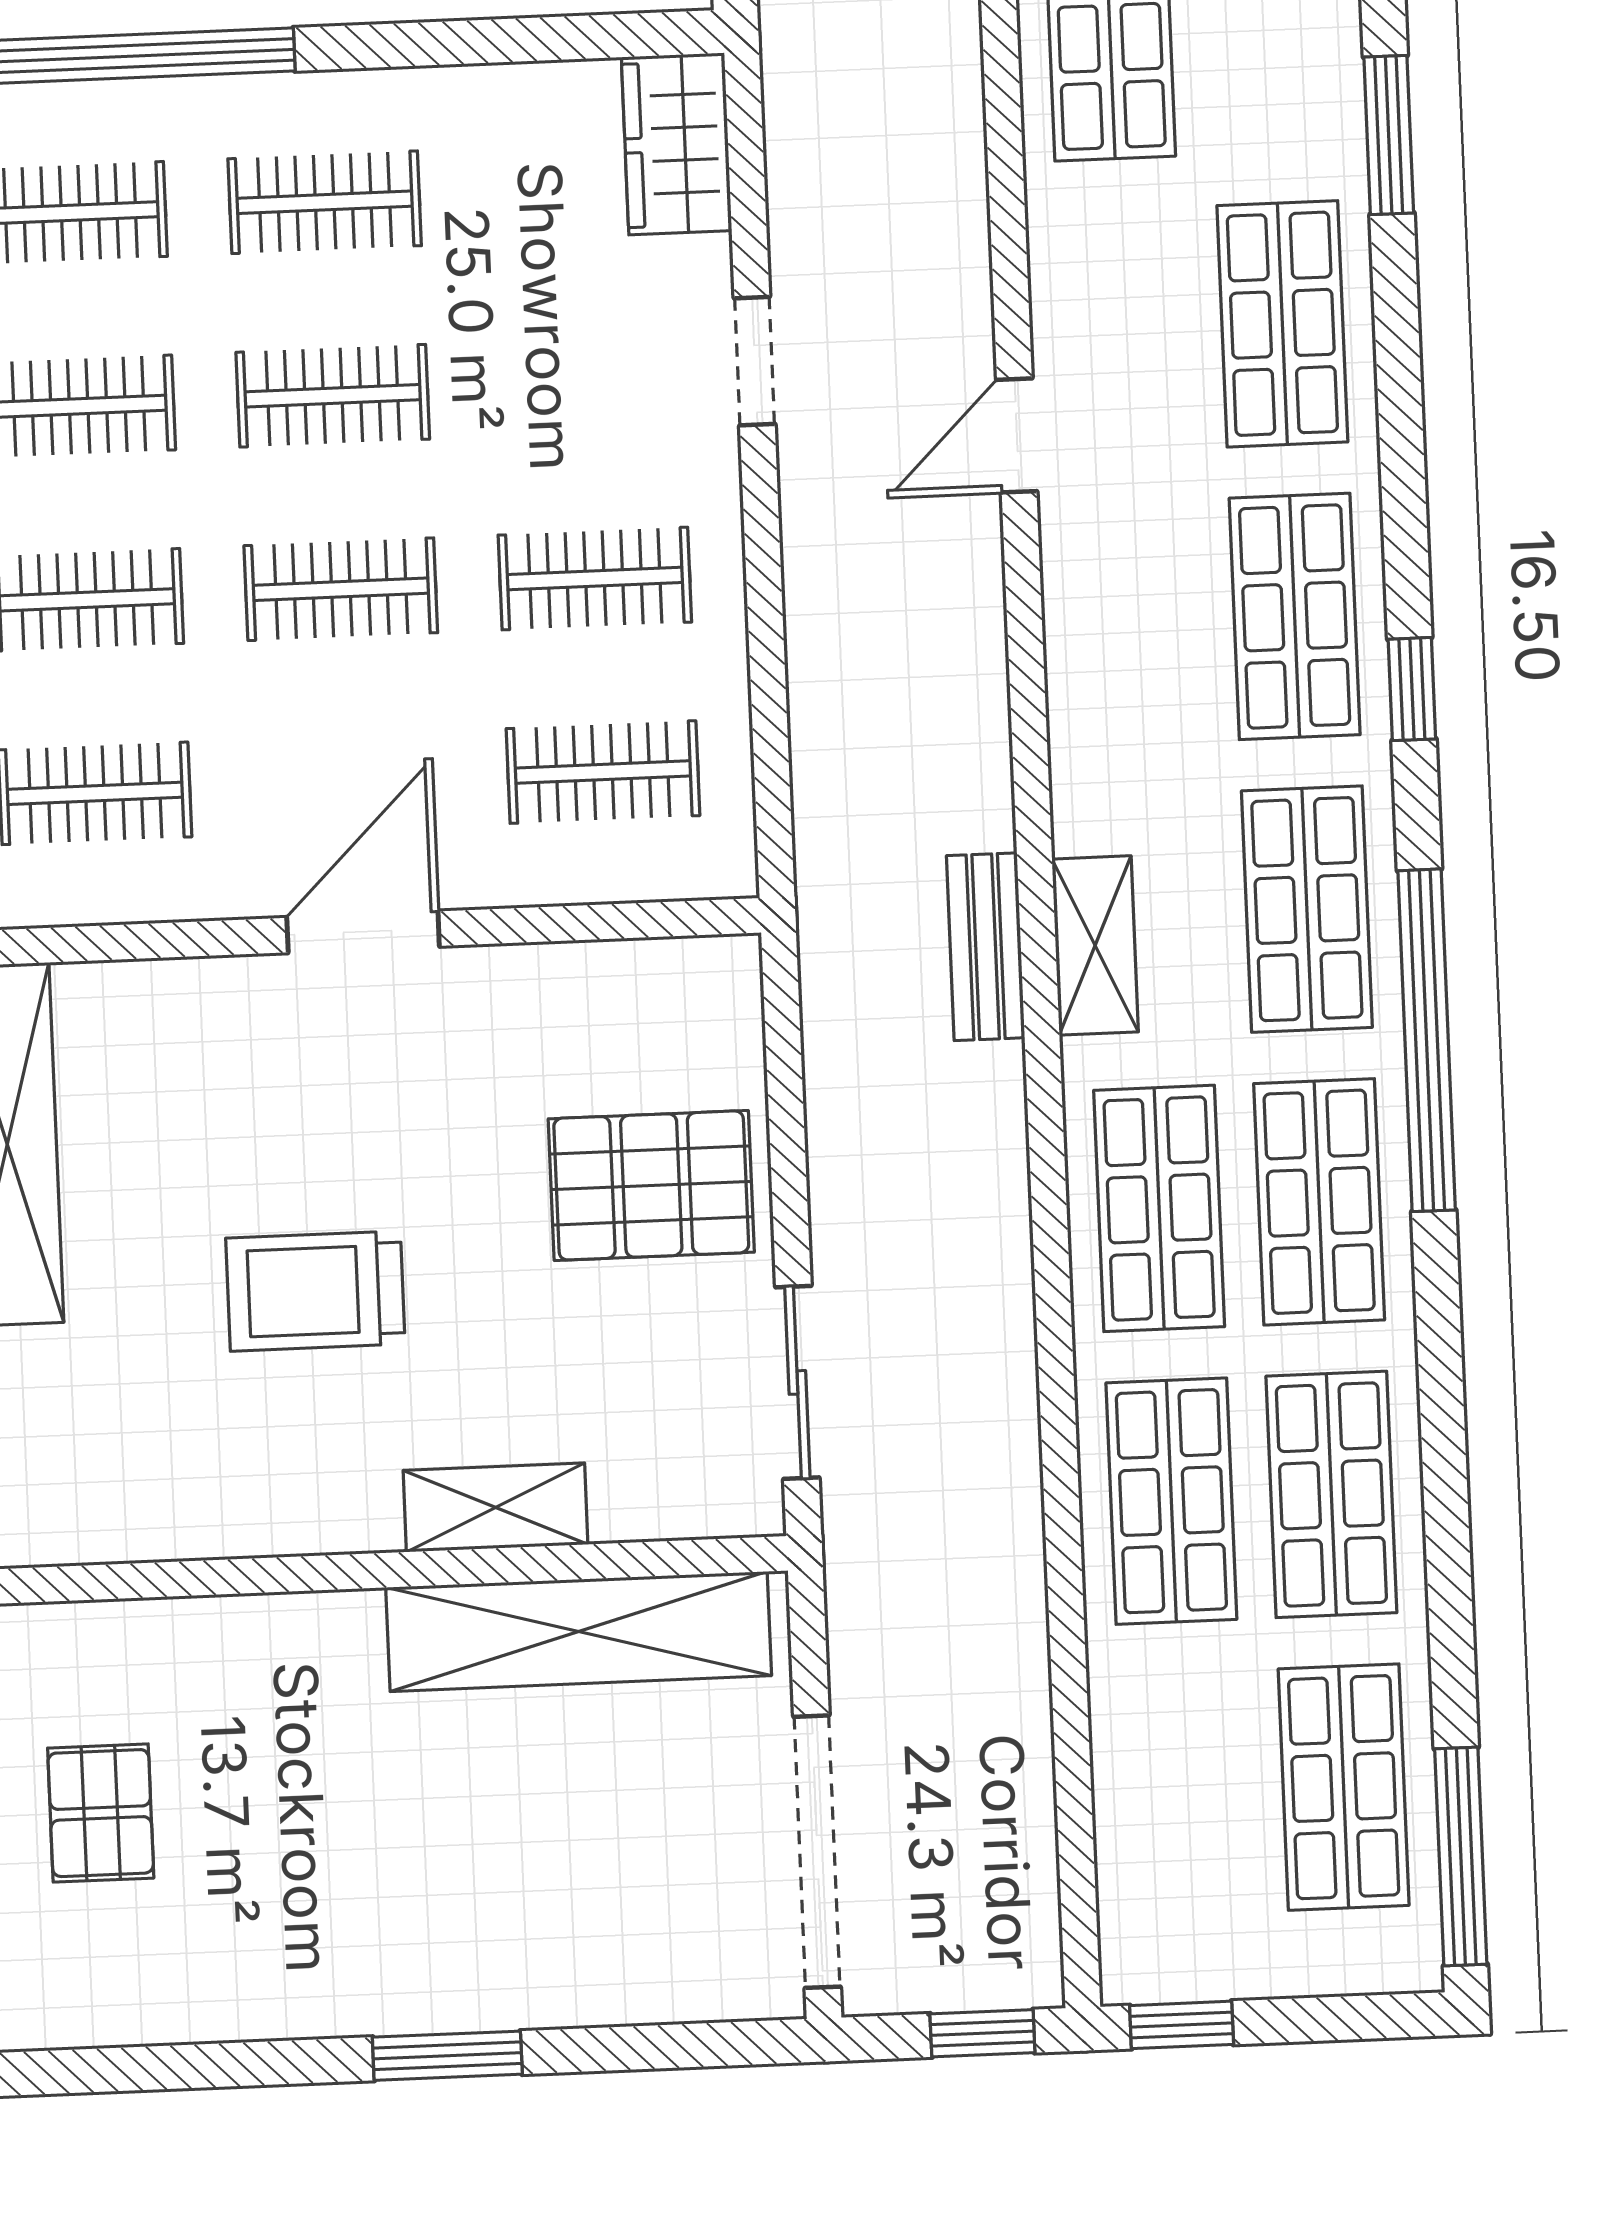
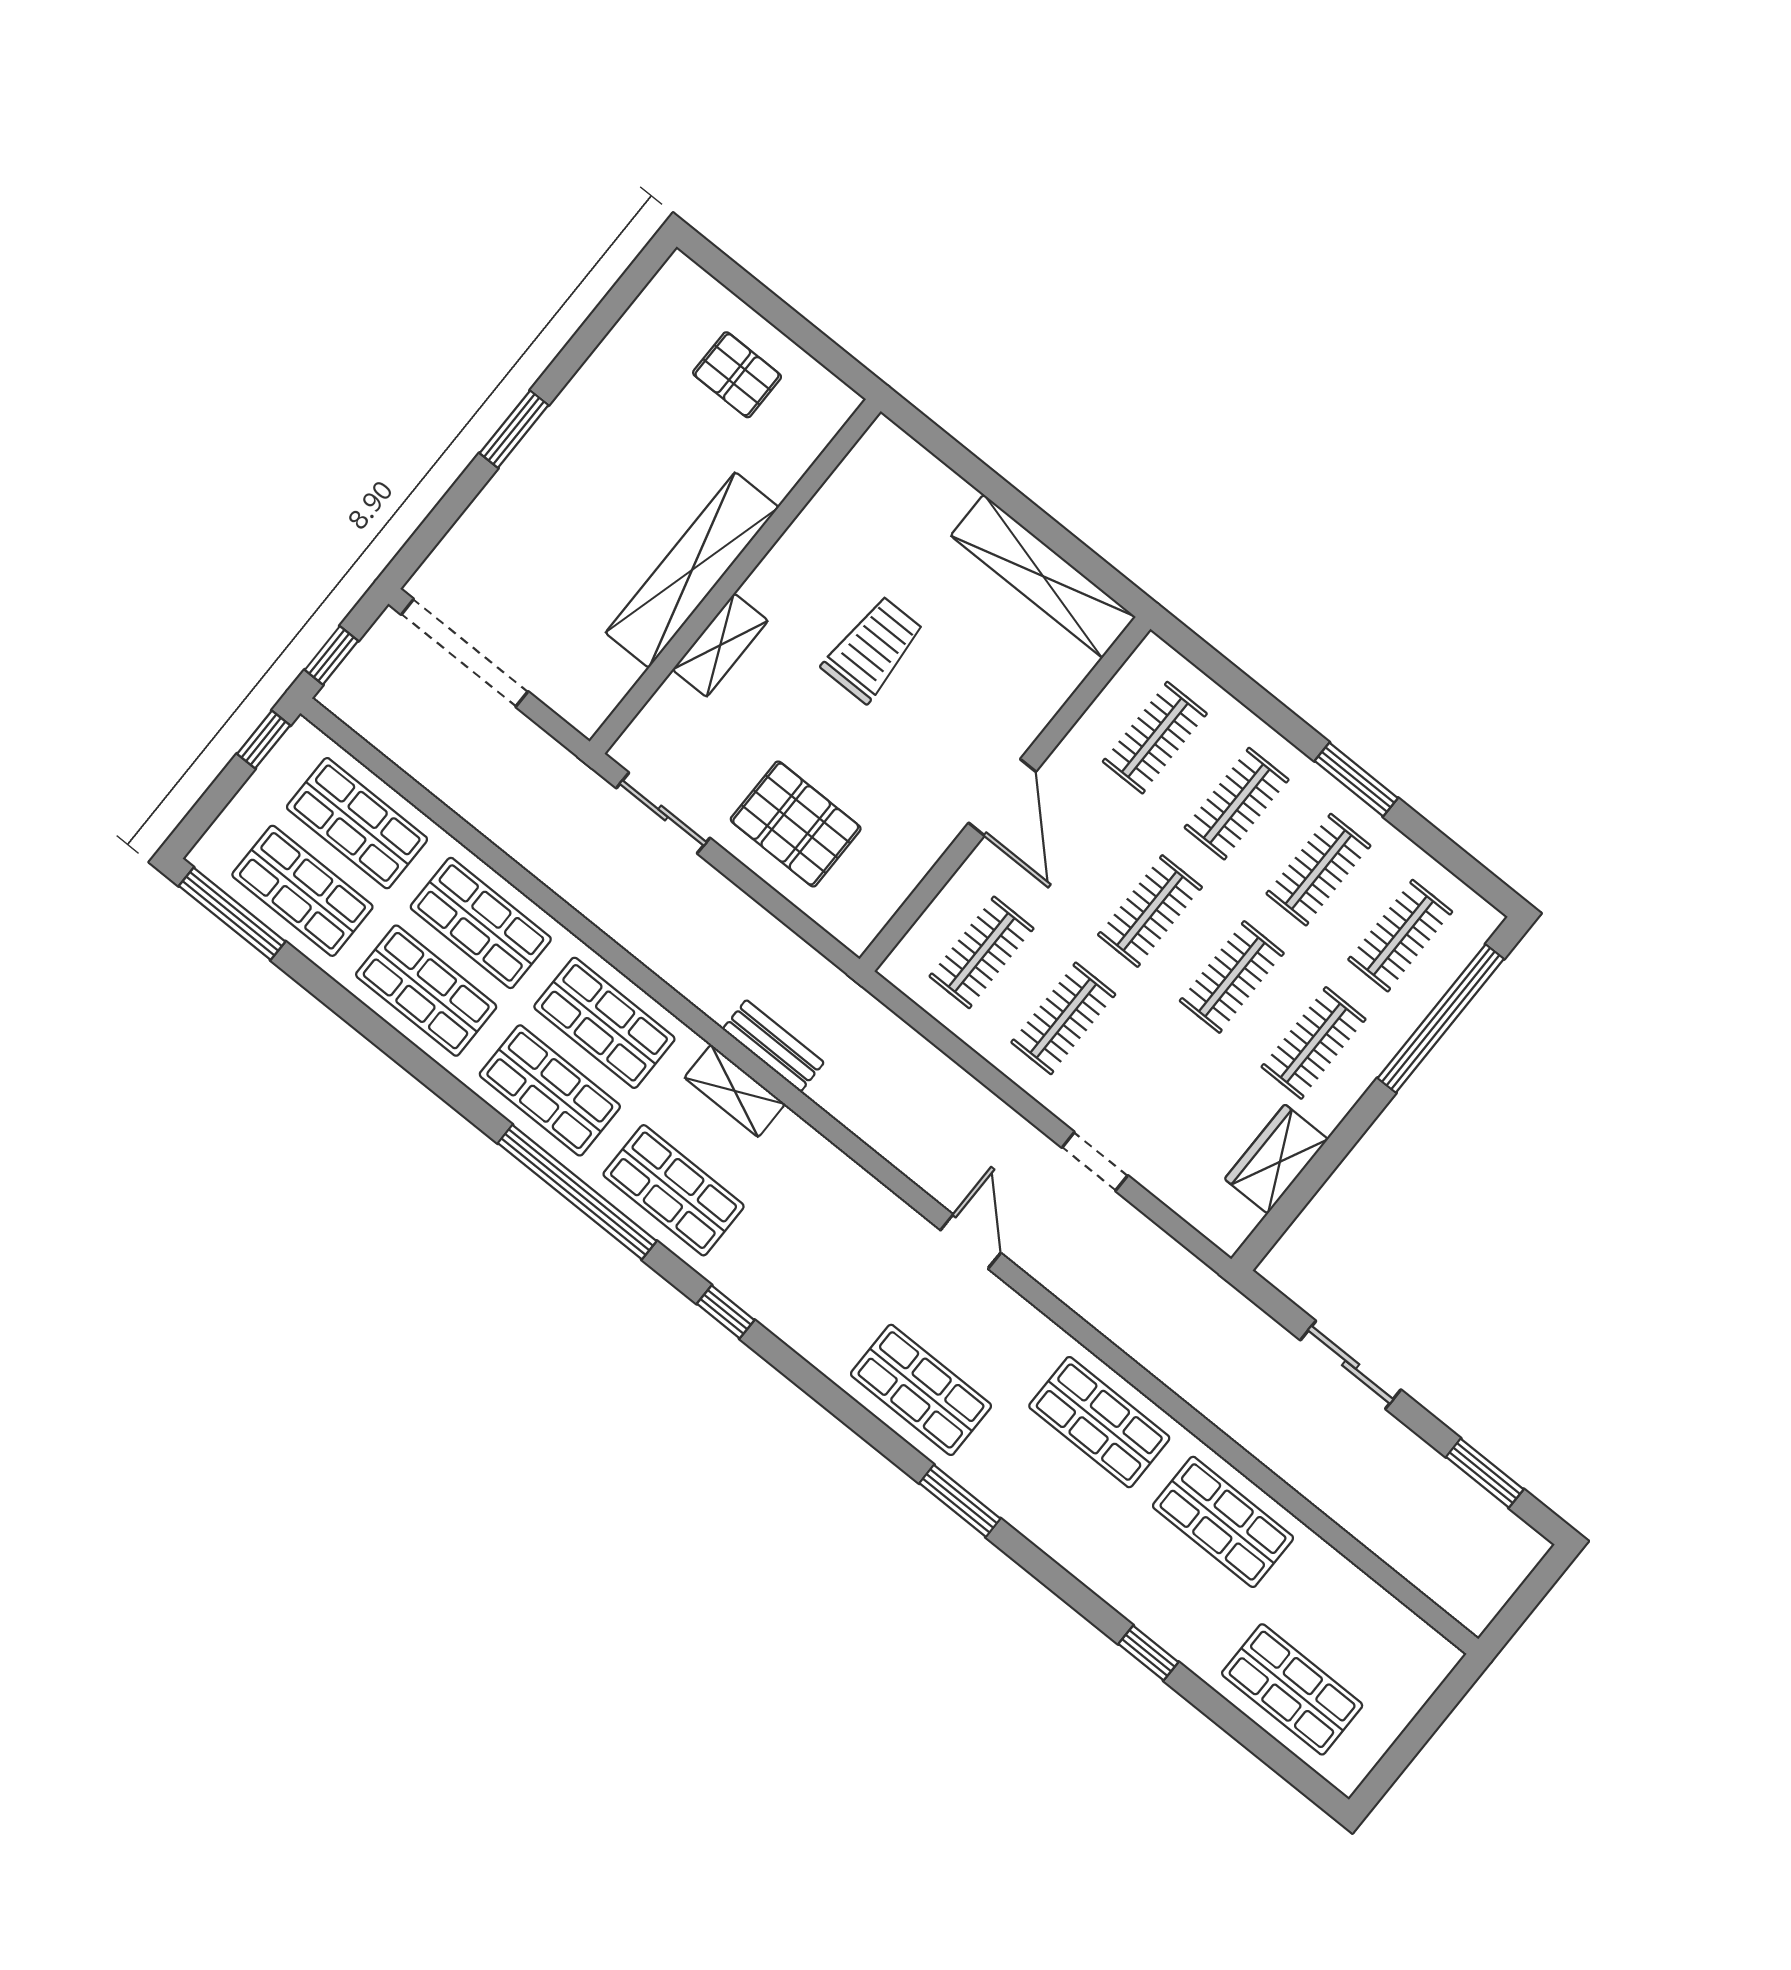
wardrobe: (677, 144) -> (1276, 1159), moved, turned -90
shop shelf: (1295, 616) -> (357, 823), moved
pallet: (651, 1185) -> (796, 824), turned 90
shelving: (579, 1632) -> (692, 570), moved

